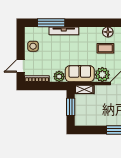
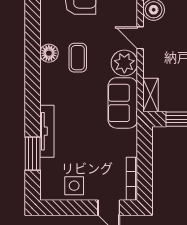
window: (51, 23) -> (33, 154), width x0.69
plant: (59, 76) -> (128, 140), removed

